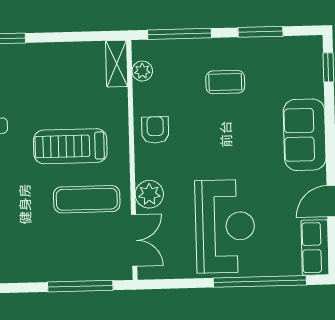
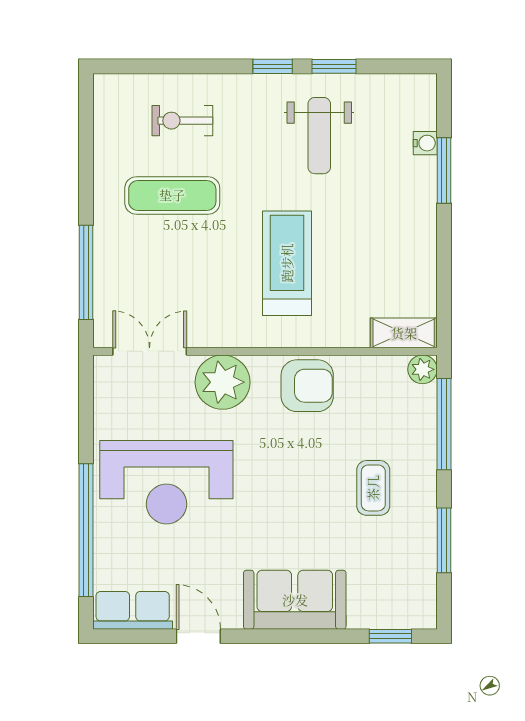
plant: (142, 71) -> (422, 369), moved
armchair: (155, 130) -> (307, 386), width x1.38, depth x1.38
plant: (149, 194) -> (223, 382), width x1.36, depth x1.36
exercise mat: (87, 199) -> (172, 195), moved, turned 90
double door: (134, 240) -> (150, 351), swing flipped

